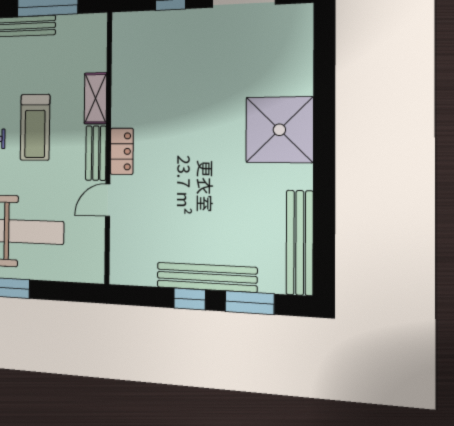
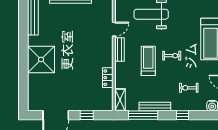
shelving: (95, 98) -> (120, 100), moved
locker: (122, 151) -> (108, 78), moved

